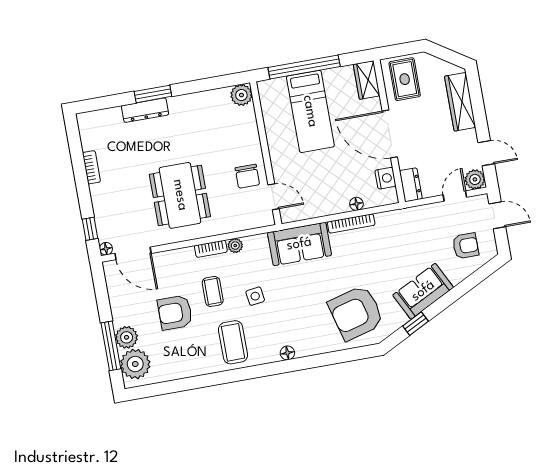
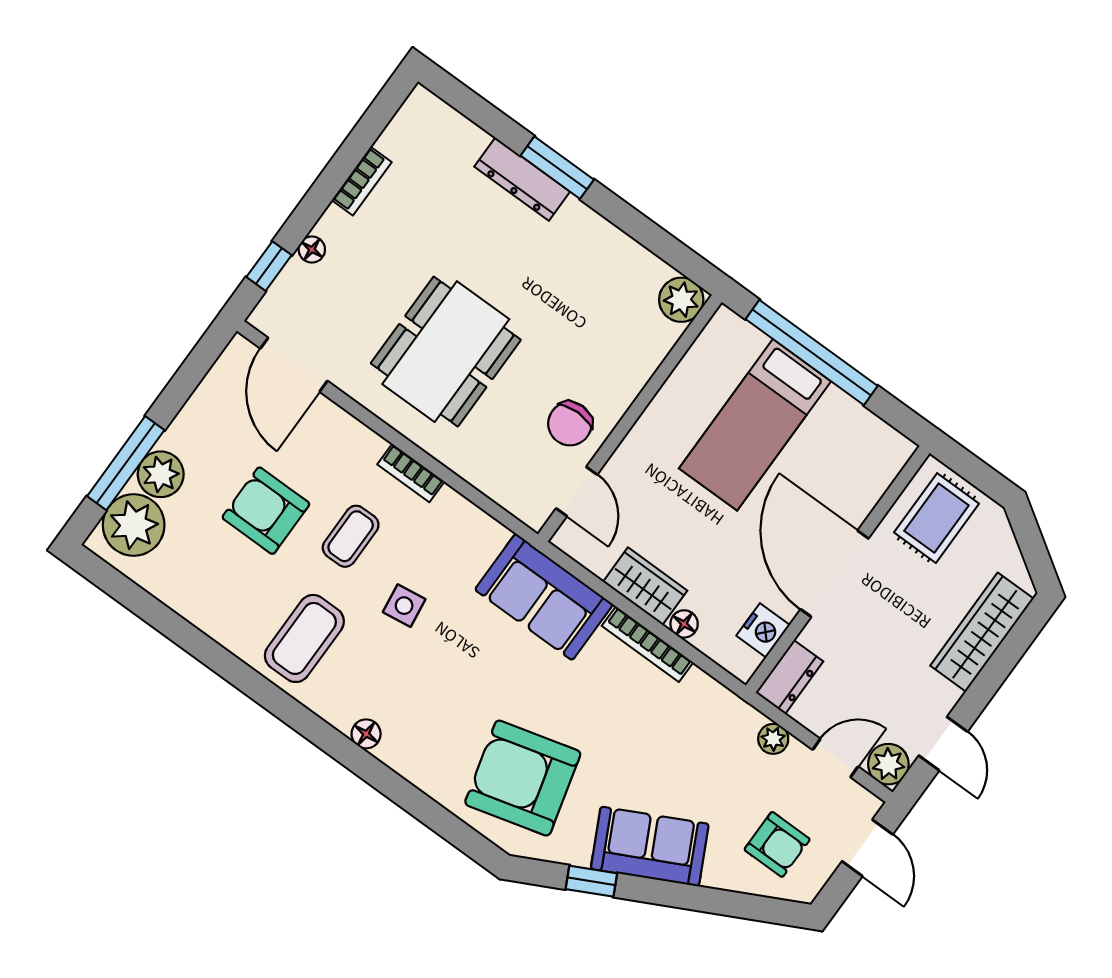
wardrobe: (367, 80) -> (645, 586), moved, turned 90
plant: (235, 246) -> (773, 739), moved
floor lamp: (106, 249) -> (312, 250), moved

